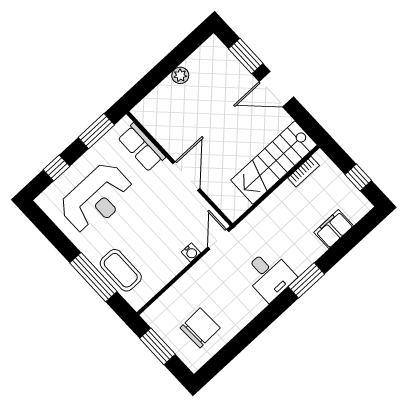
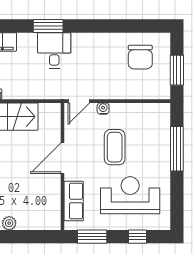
coffee table: (121, 270) -> (115, 147), moved
desk: (269, 275) -> (54, 50), moved
chair: (200, 328) -> (140, 57), turned -88

